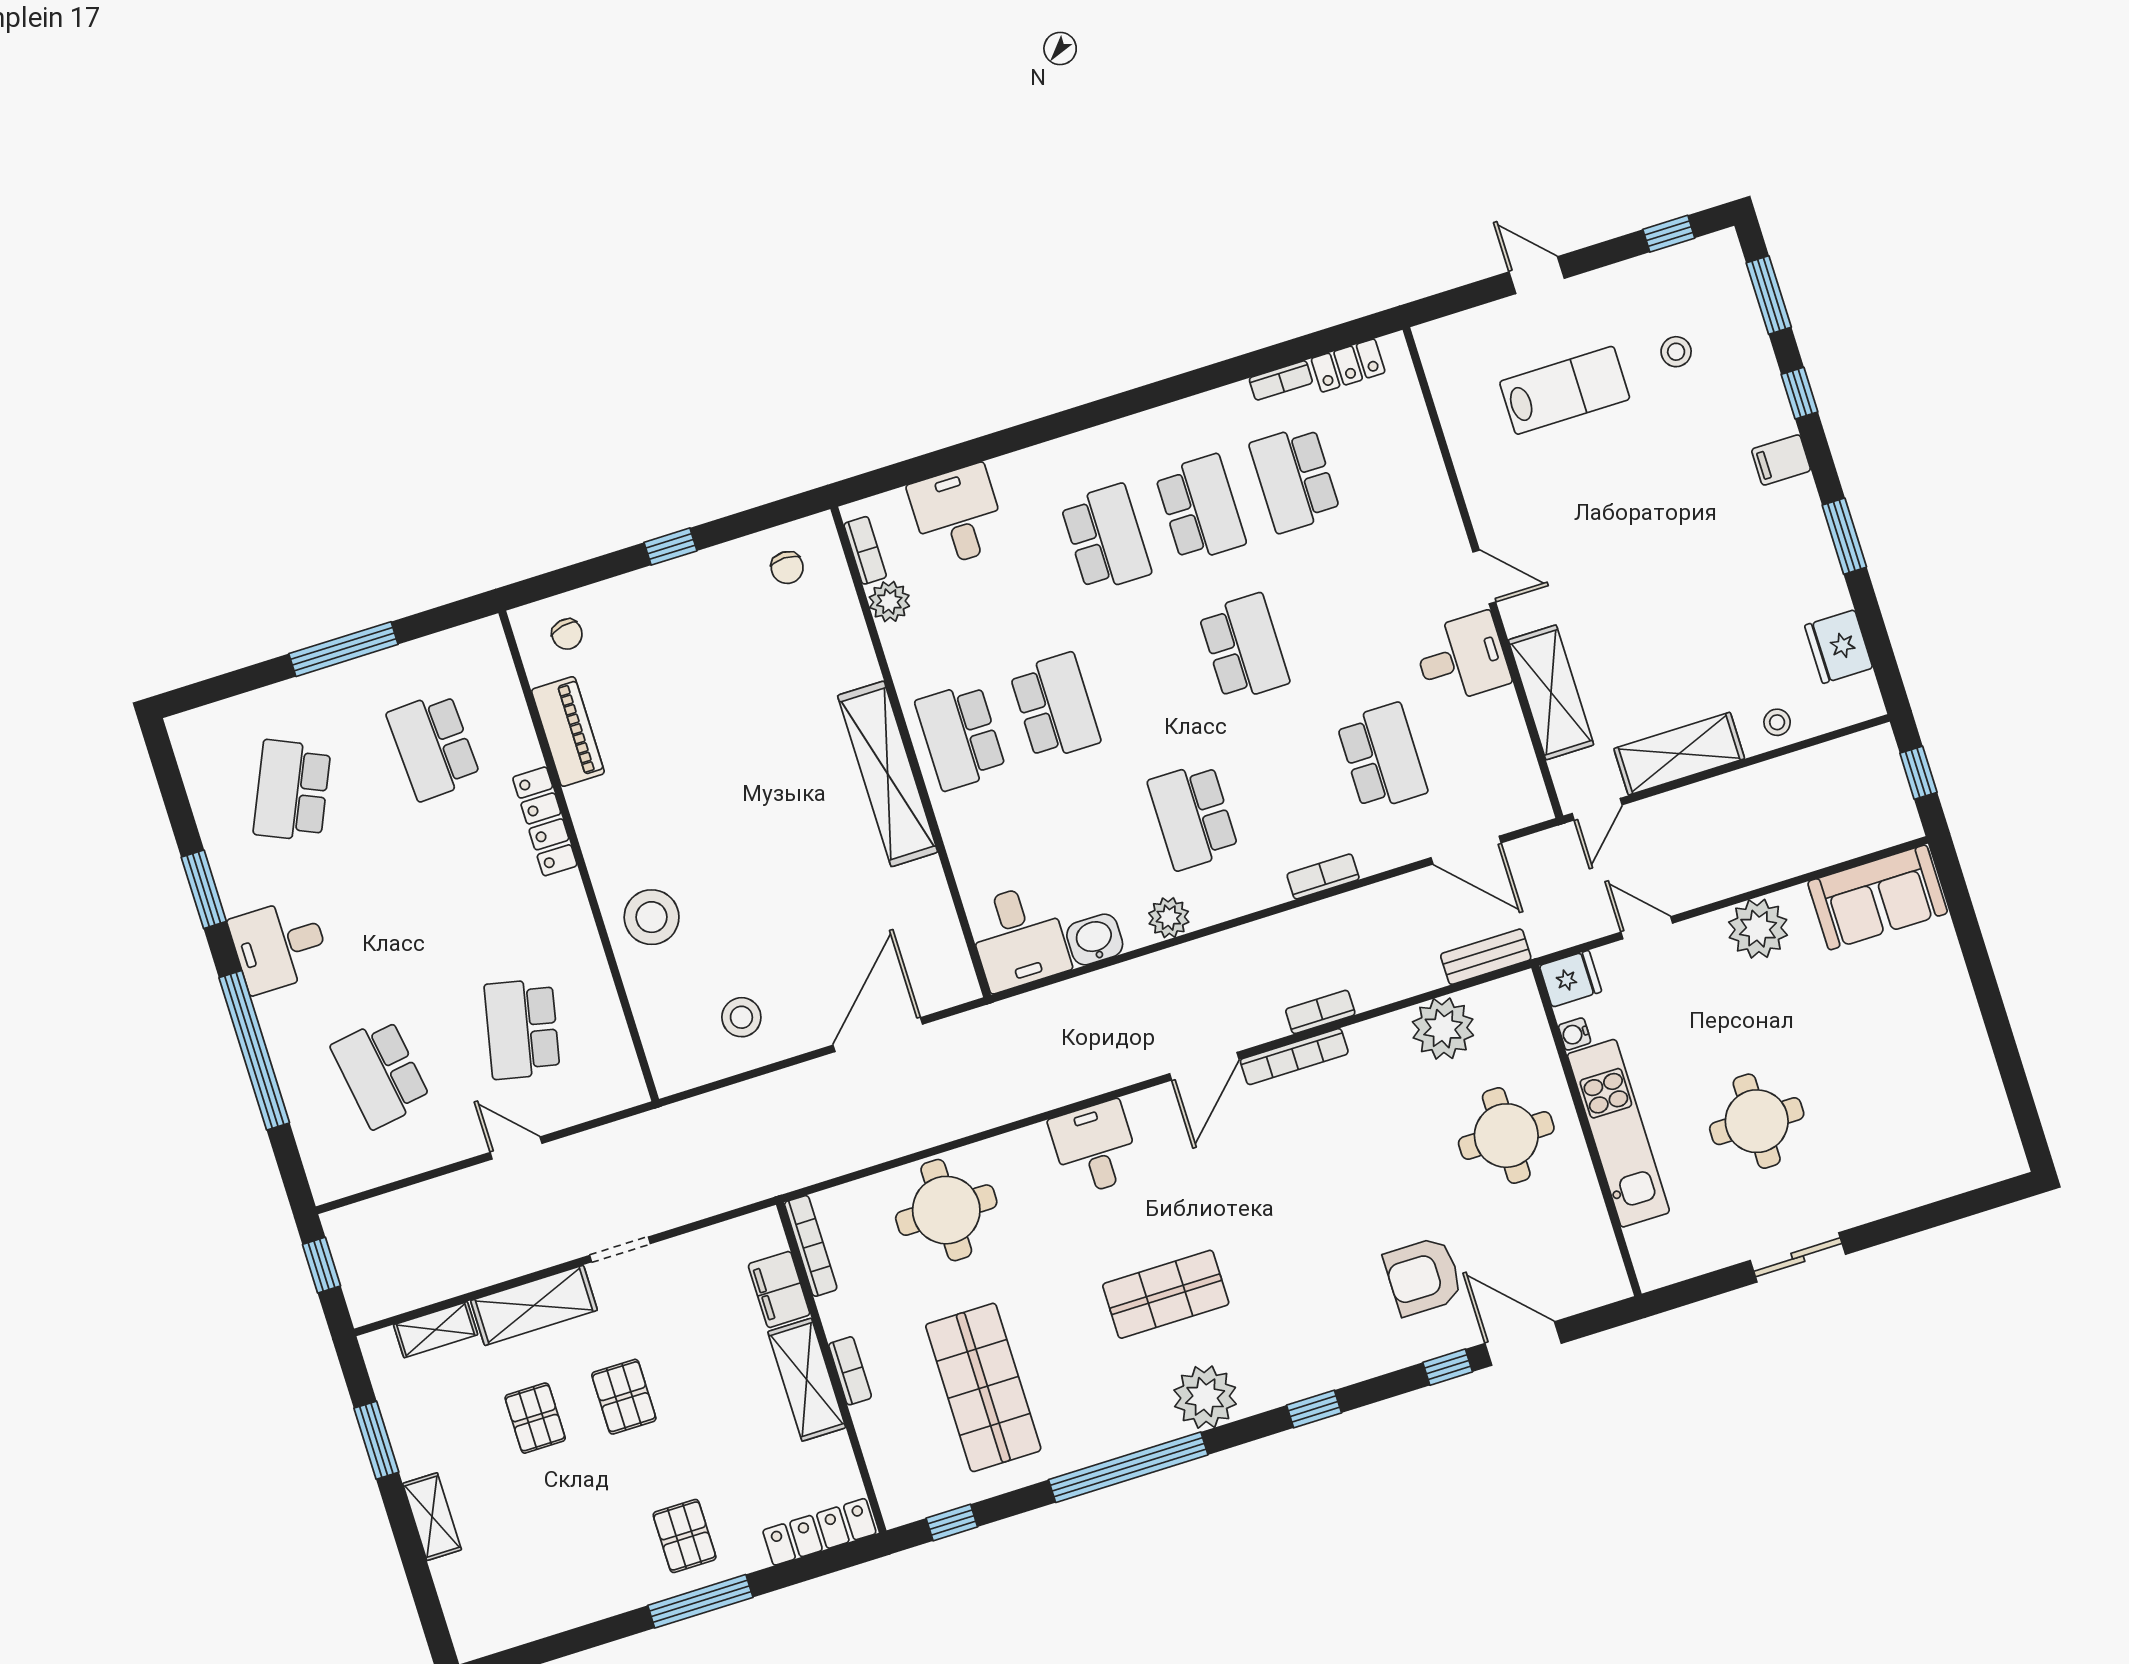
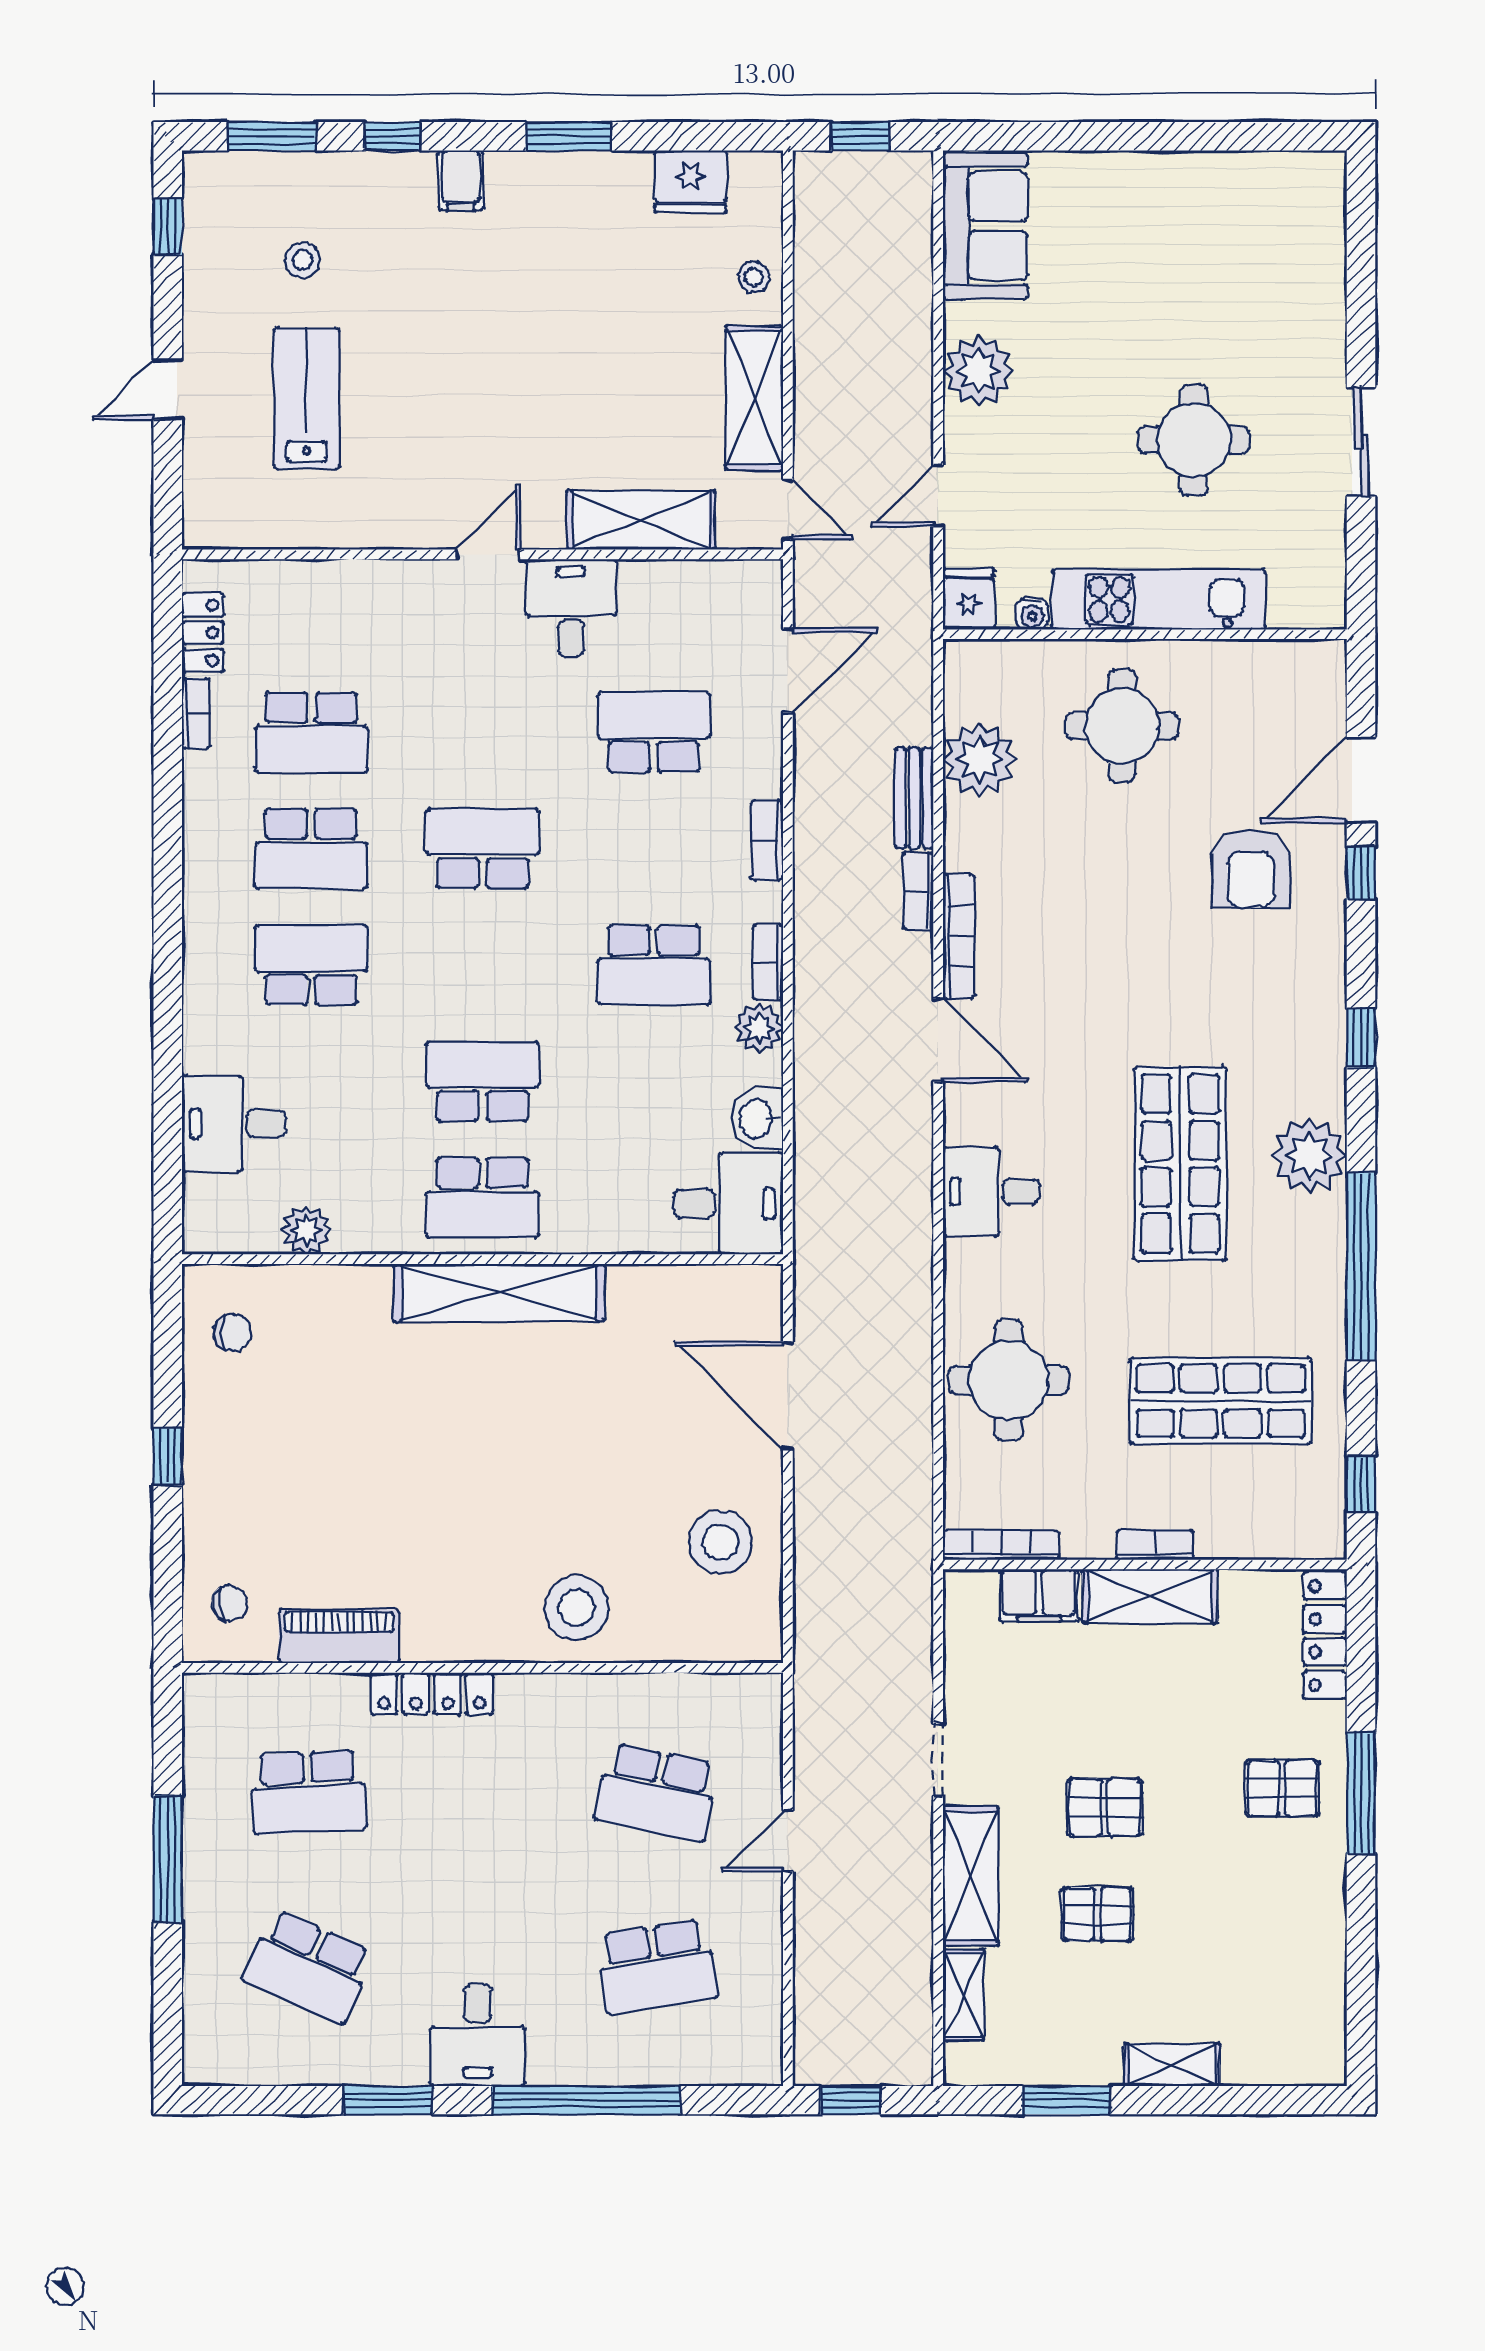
school desk: (1200, 508) -> (311, 849), turned 180
bookcase: (865, 550) -> (768, 962), moved, turned -90
bench: (1486, 957) -> (914, 798), moved
stool: (741, 1017) -> (720, 1542), width x1.38, depth x1.38
shop shelf: (1166, 1294) -> (1180, 1164), width x1.43, depth x1.36

